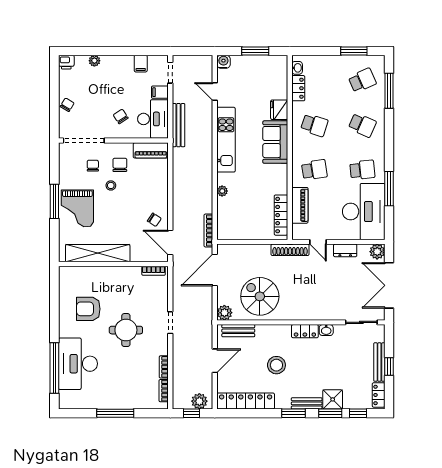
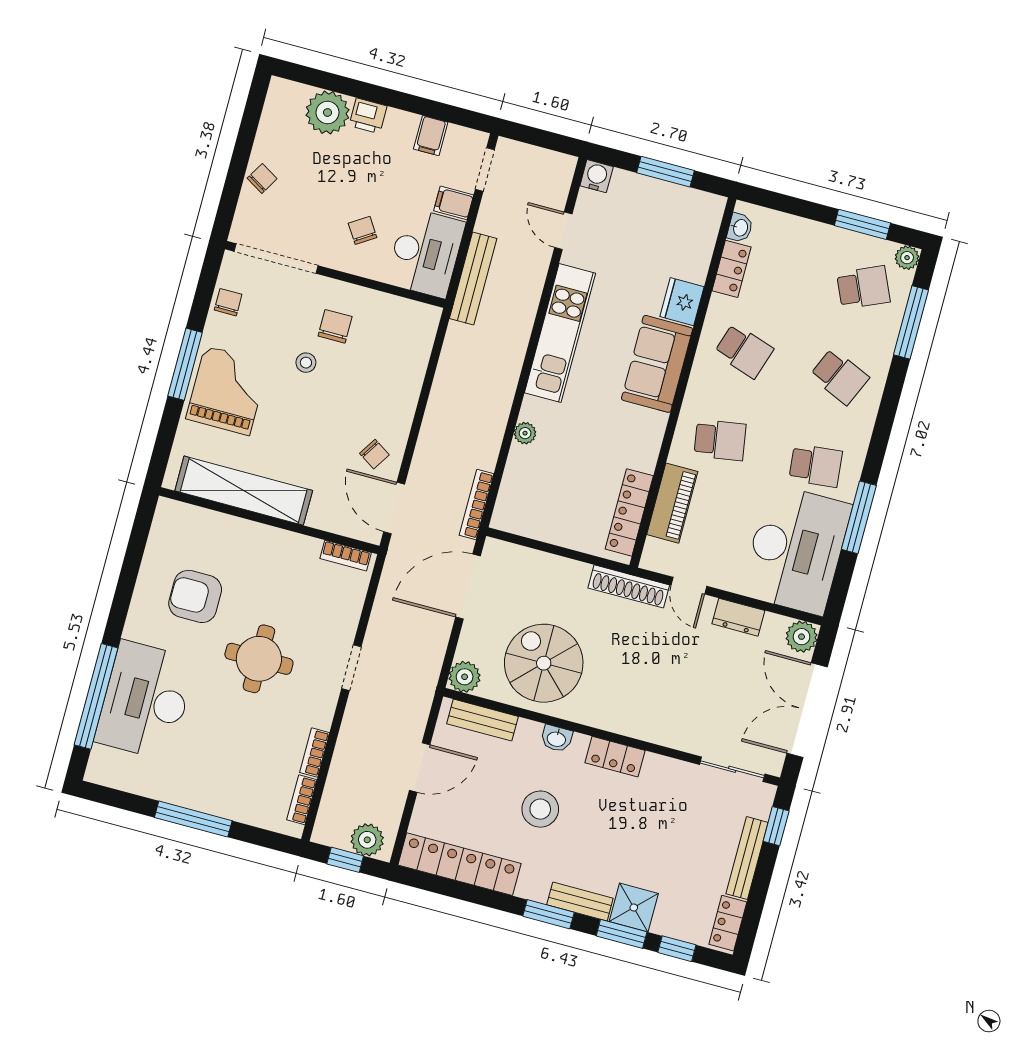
plant: (94, 61) -> (327, 113), width x1.88, depth x1.88
plant: (379, 61) -> (907, 258), added
printer: (66, 62) -> (368, 116), moved
piano: (151, 150) -> (404, 314), removed
chair: (93, 166) -> (228, 302), moved
grand piano: (77, 208) -> (227, 391), turned 180
washbasin: (326, 330) -> (557, 739), moved
window: (389, 367) -> (776, 826), moved

